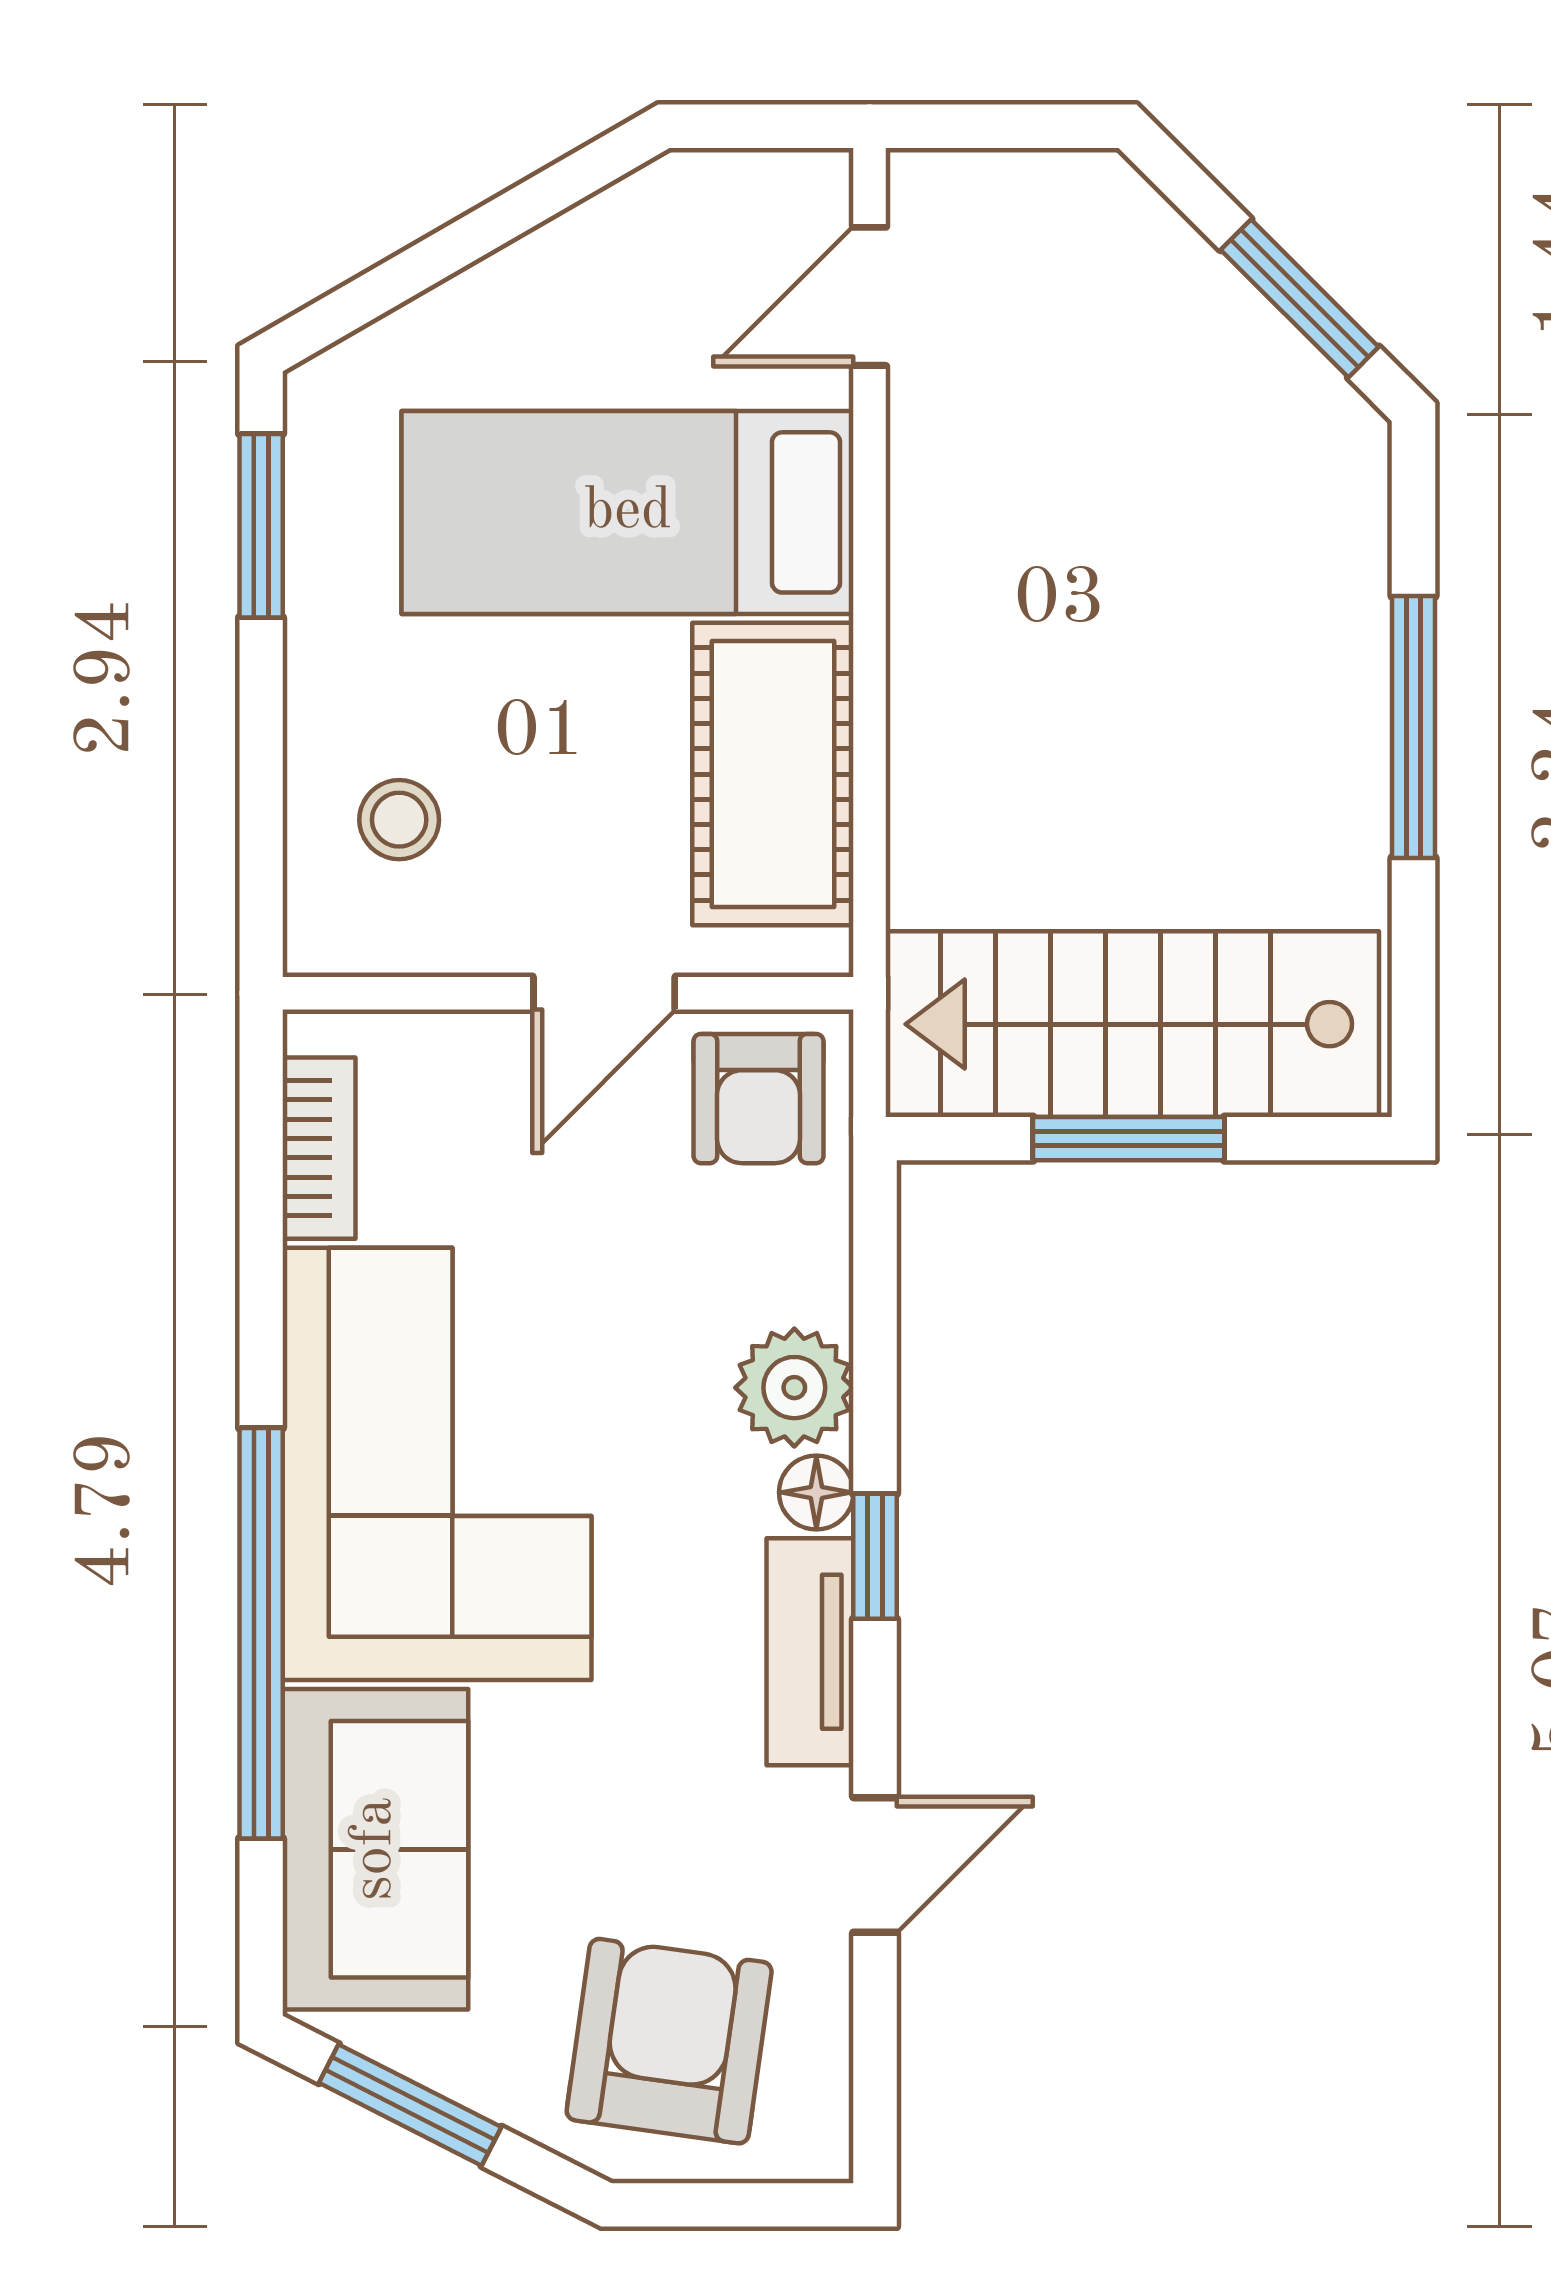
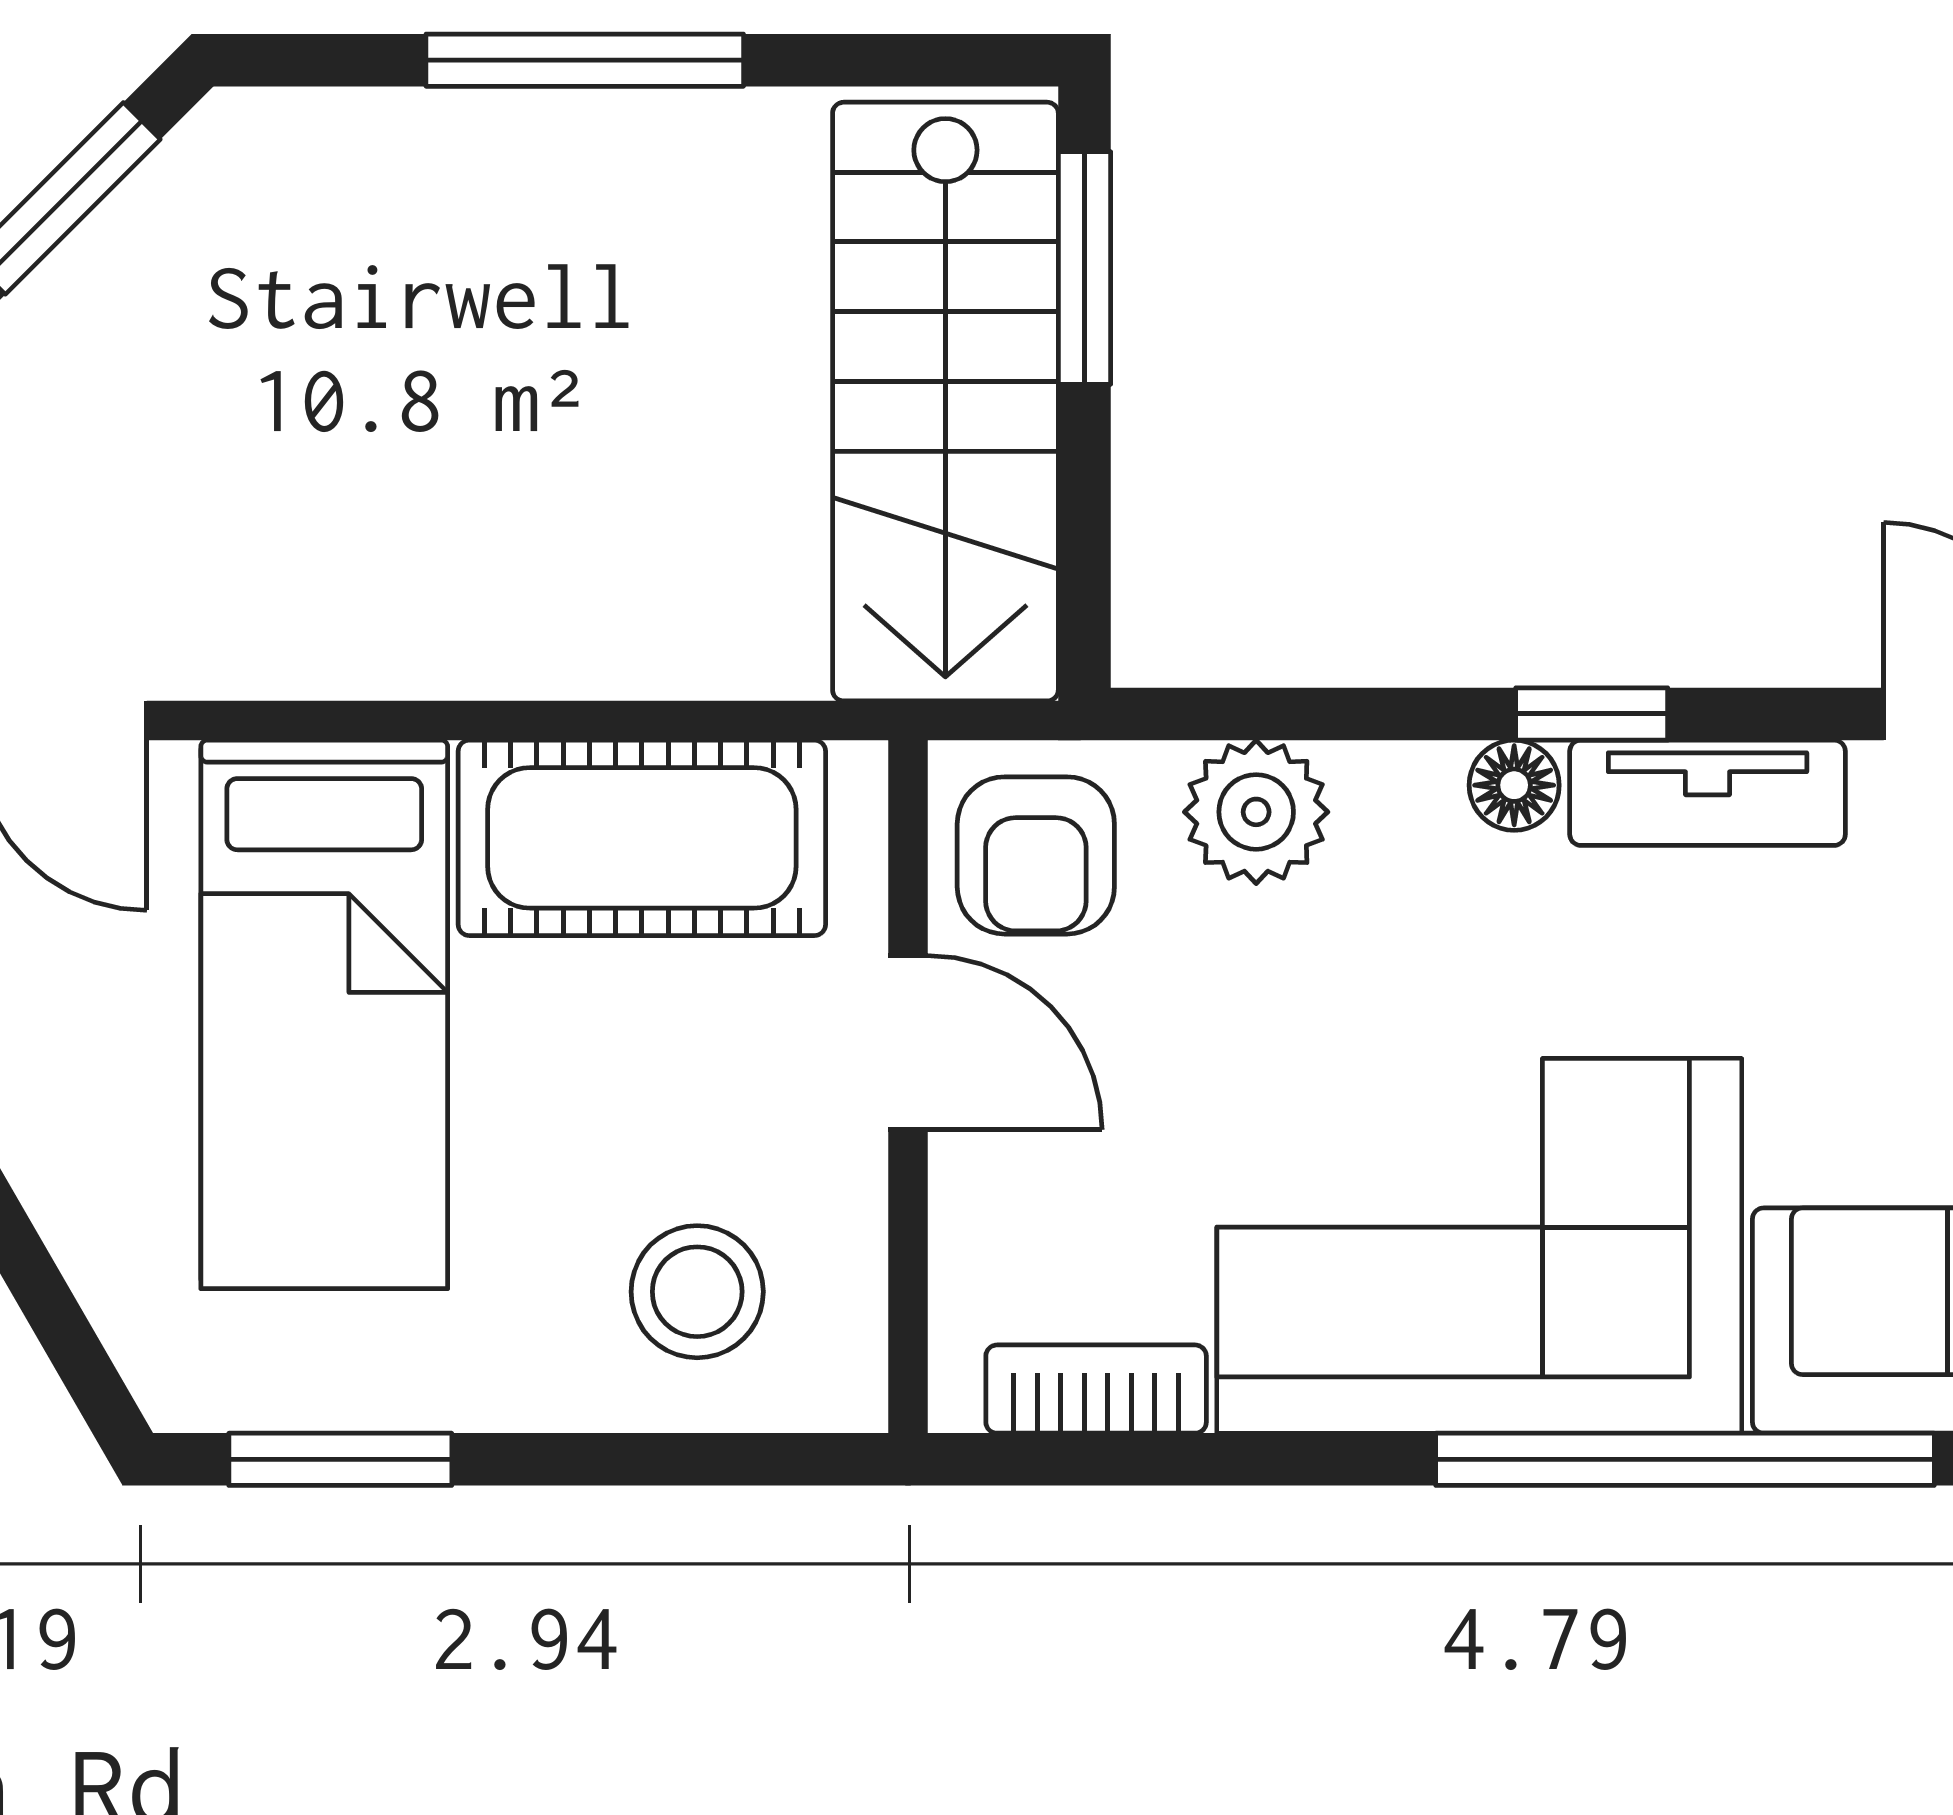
stool: (399, 820) -> (697, 1292), width x1.37, depth x1.37
armchair: (759, 1099) -> (1036, 855), turned 90
window: (1129, 1139) -> (1085, 268), moved
plant: (794, 1388) -> (1256, 812), moved

